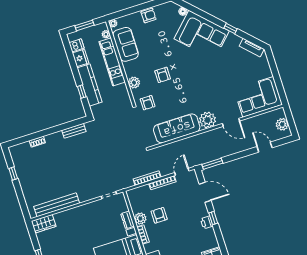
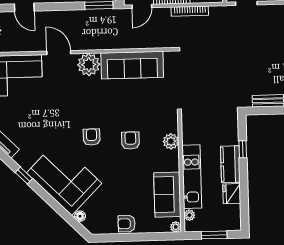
dishwasher: (77, 45) -> (232, 212), removed
kitchen counter: (89, 85) -> (230, 164), width x0.67
armchair: (148, 103) -> (92, 137), moved

